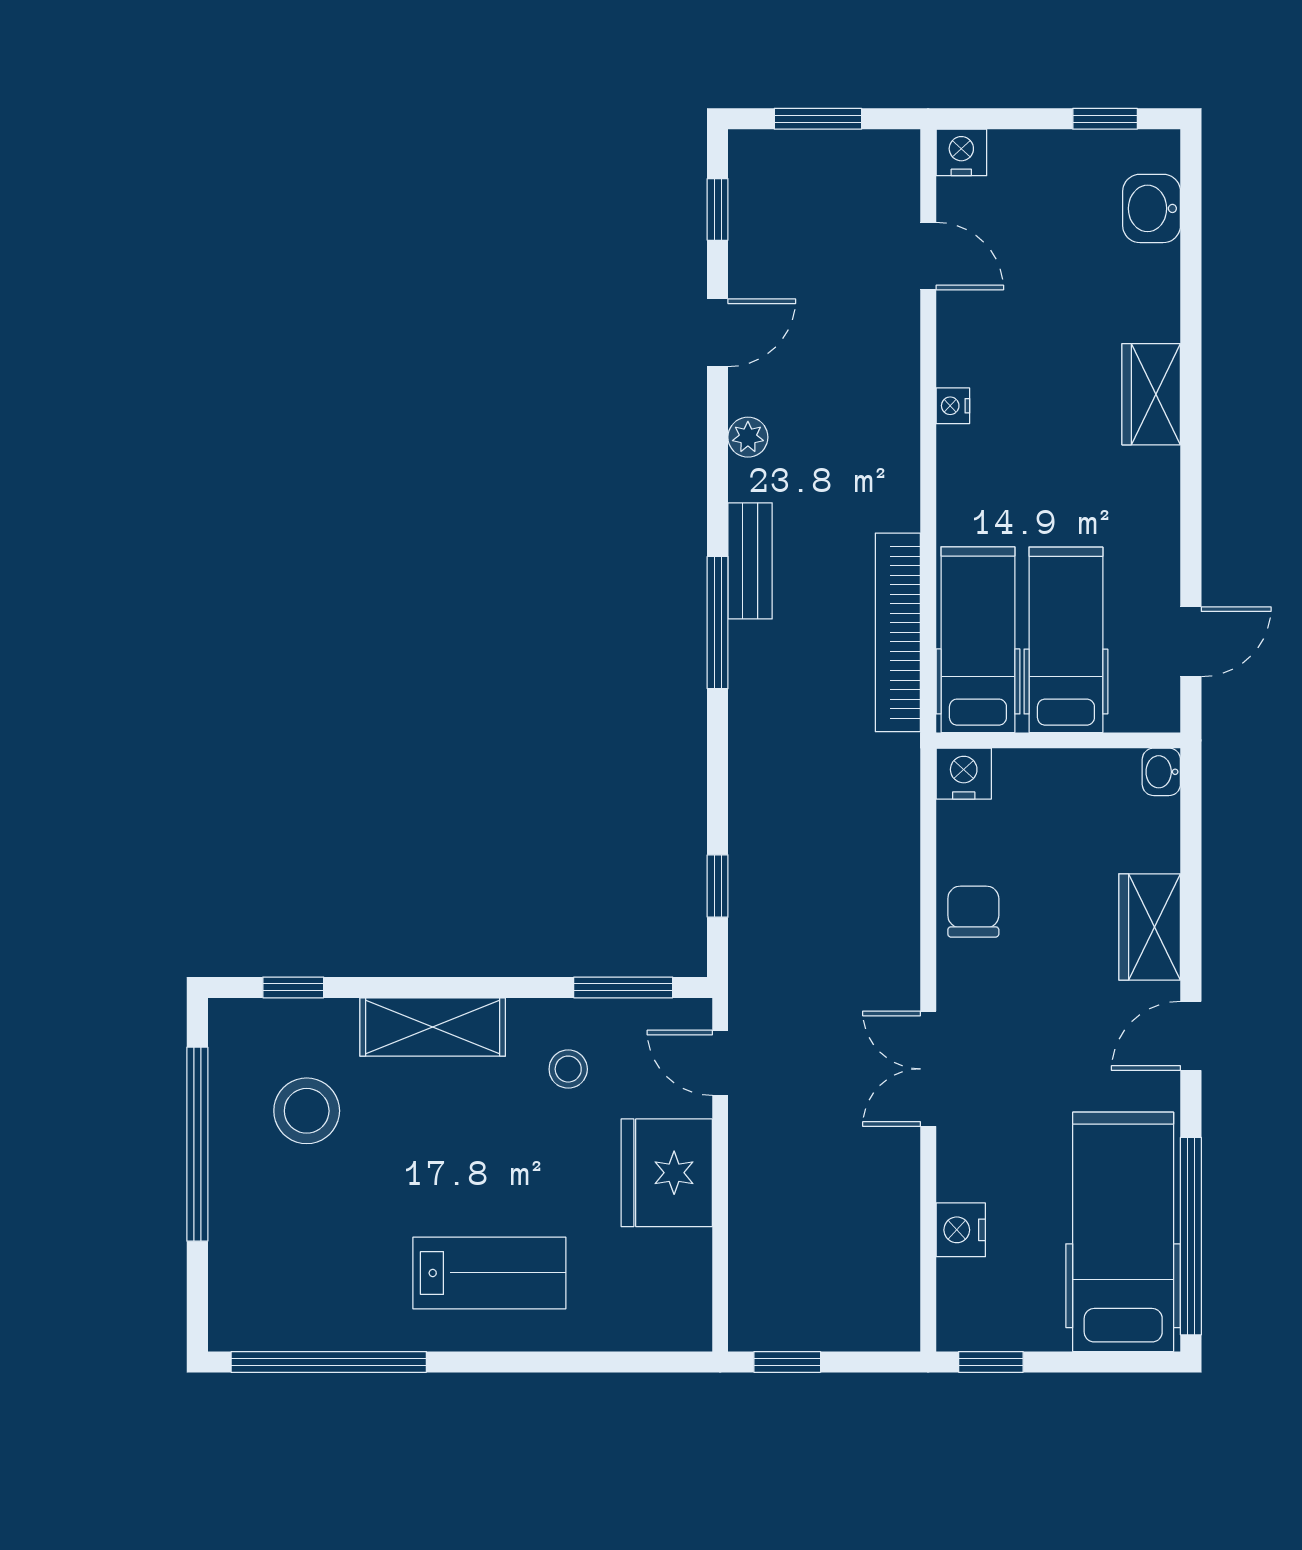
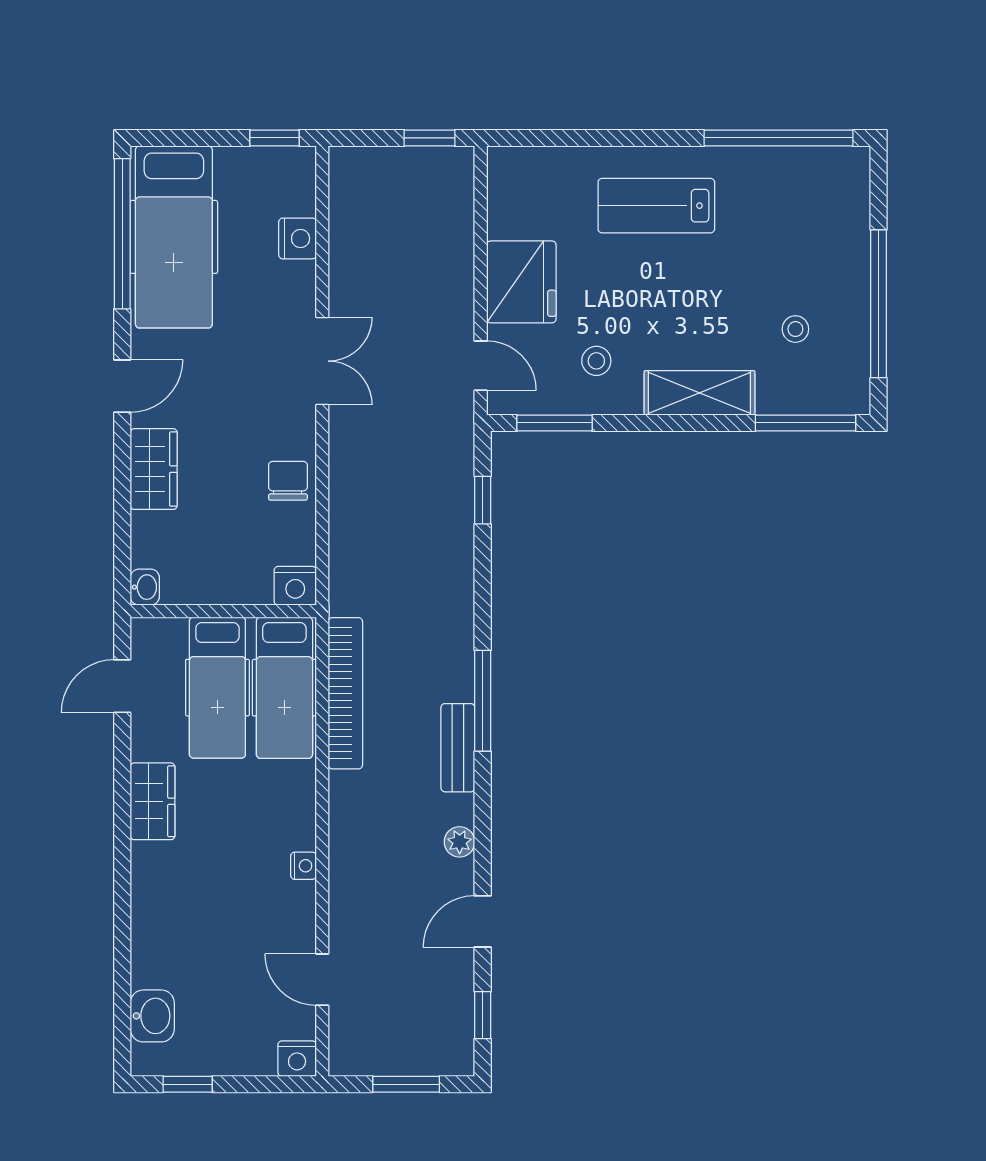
wardrobe: (1151, 394) -> (153, 801), moved
chair: (973, 912) -> (288, 481), turned 180
window: (293, 987) -> (806, 423), width x2.17
stool: (307, 1111) -> (795, 329), width x0.53, depth x0.53

